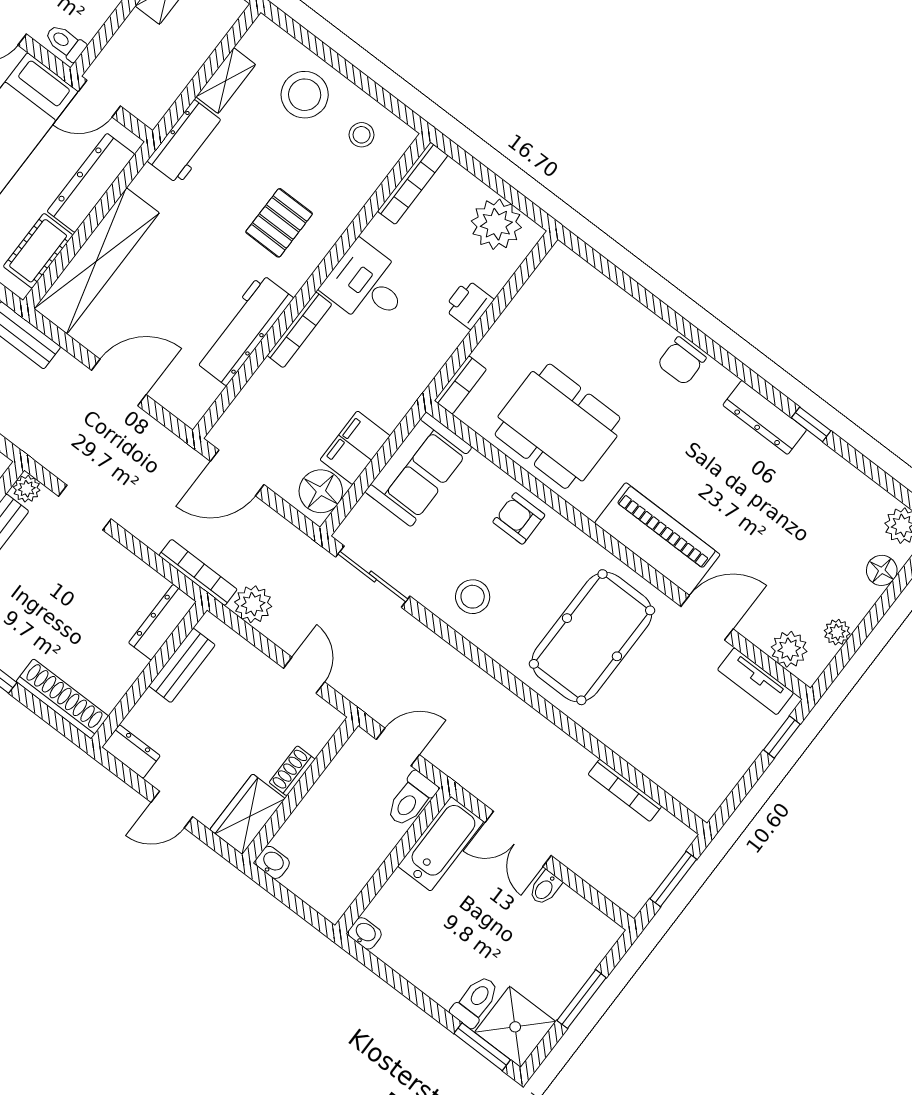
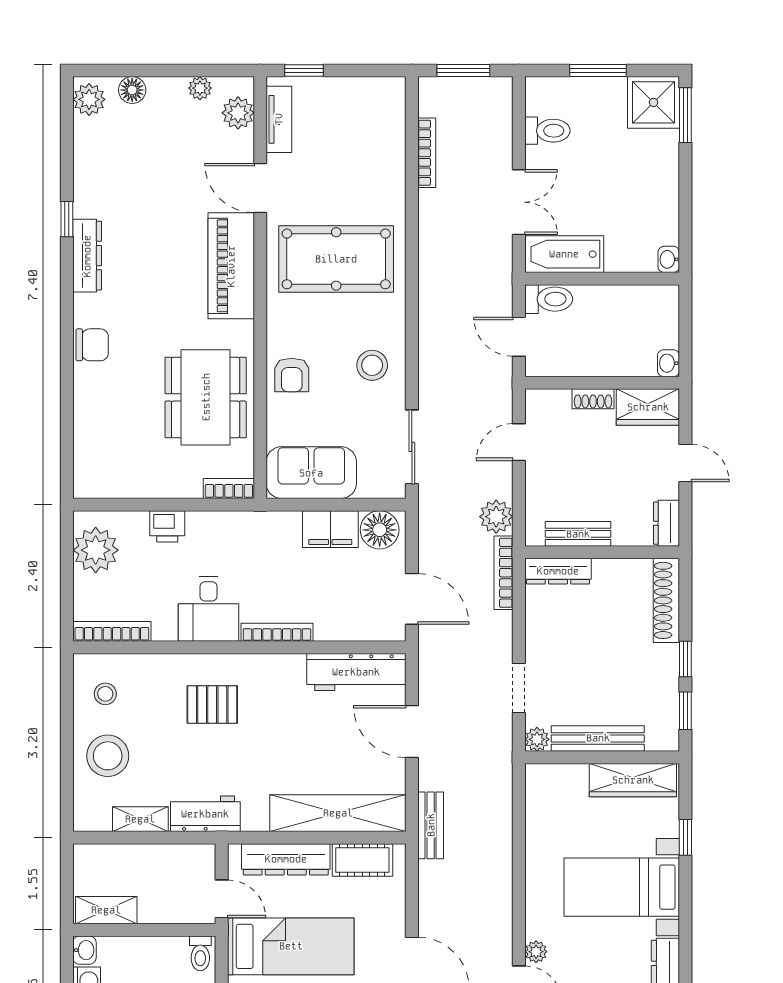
workbench: (244, 329) -> (356, 672), moved
bidet: (545, 888) -> (539, 156), removed
toilet: (475, 1001) -> (547, 131), moved, turned 180

